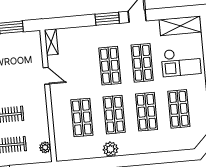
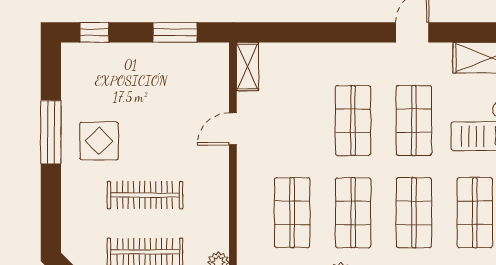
window: (107, 19) -> (356, 32), removed
door: (46, 76) -> (233, 129), swing flipped

